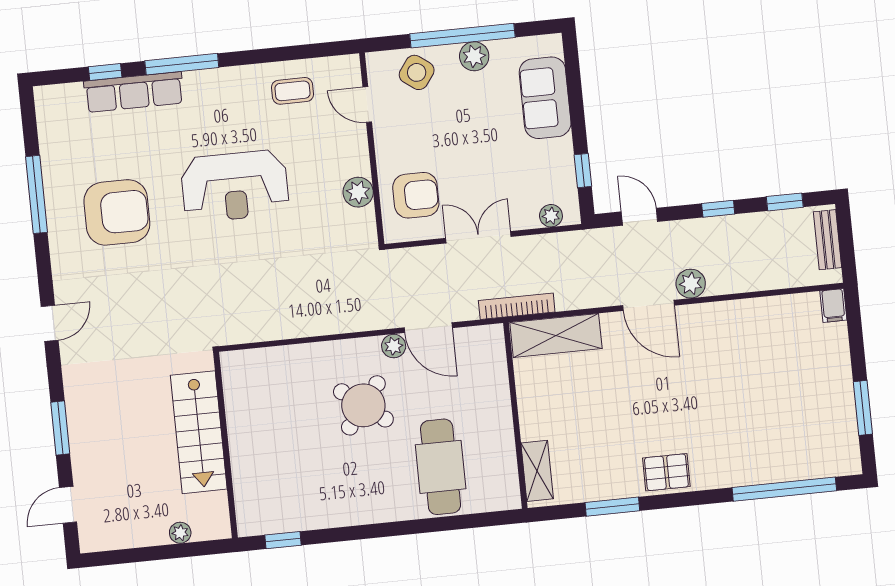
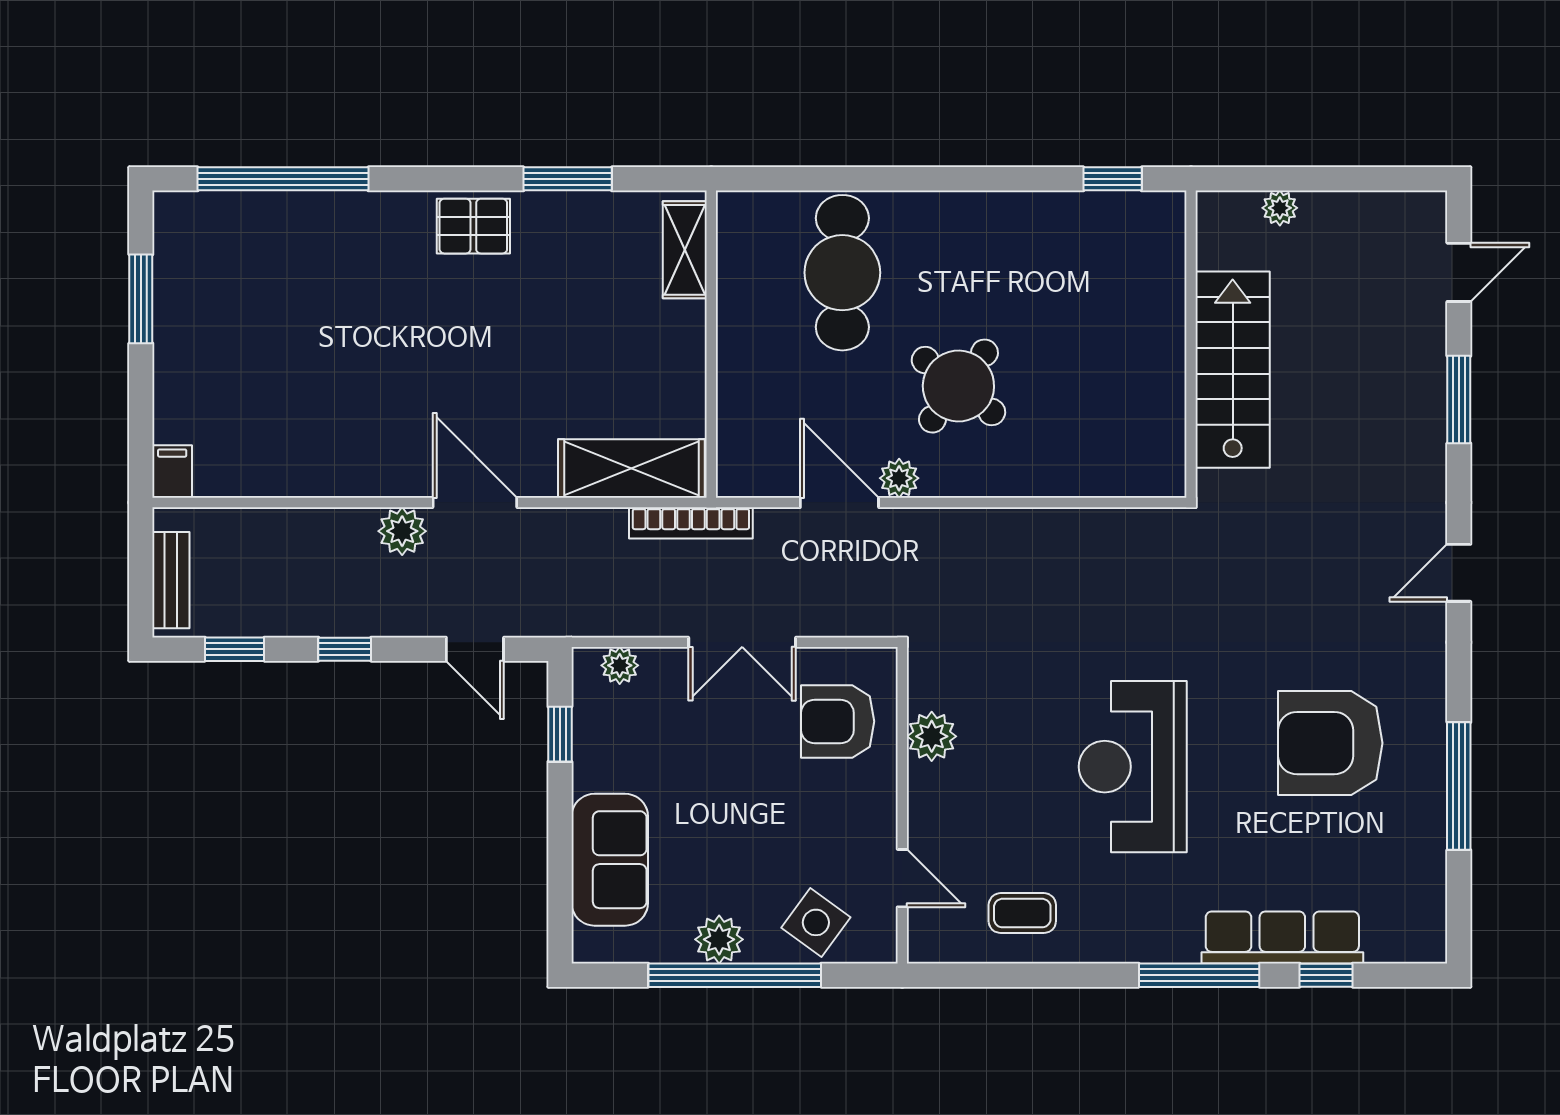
reception desk: (235, 186) -> (1133, 767), turned -90

